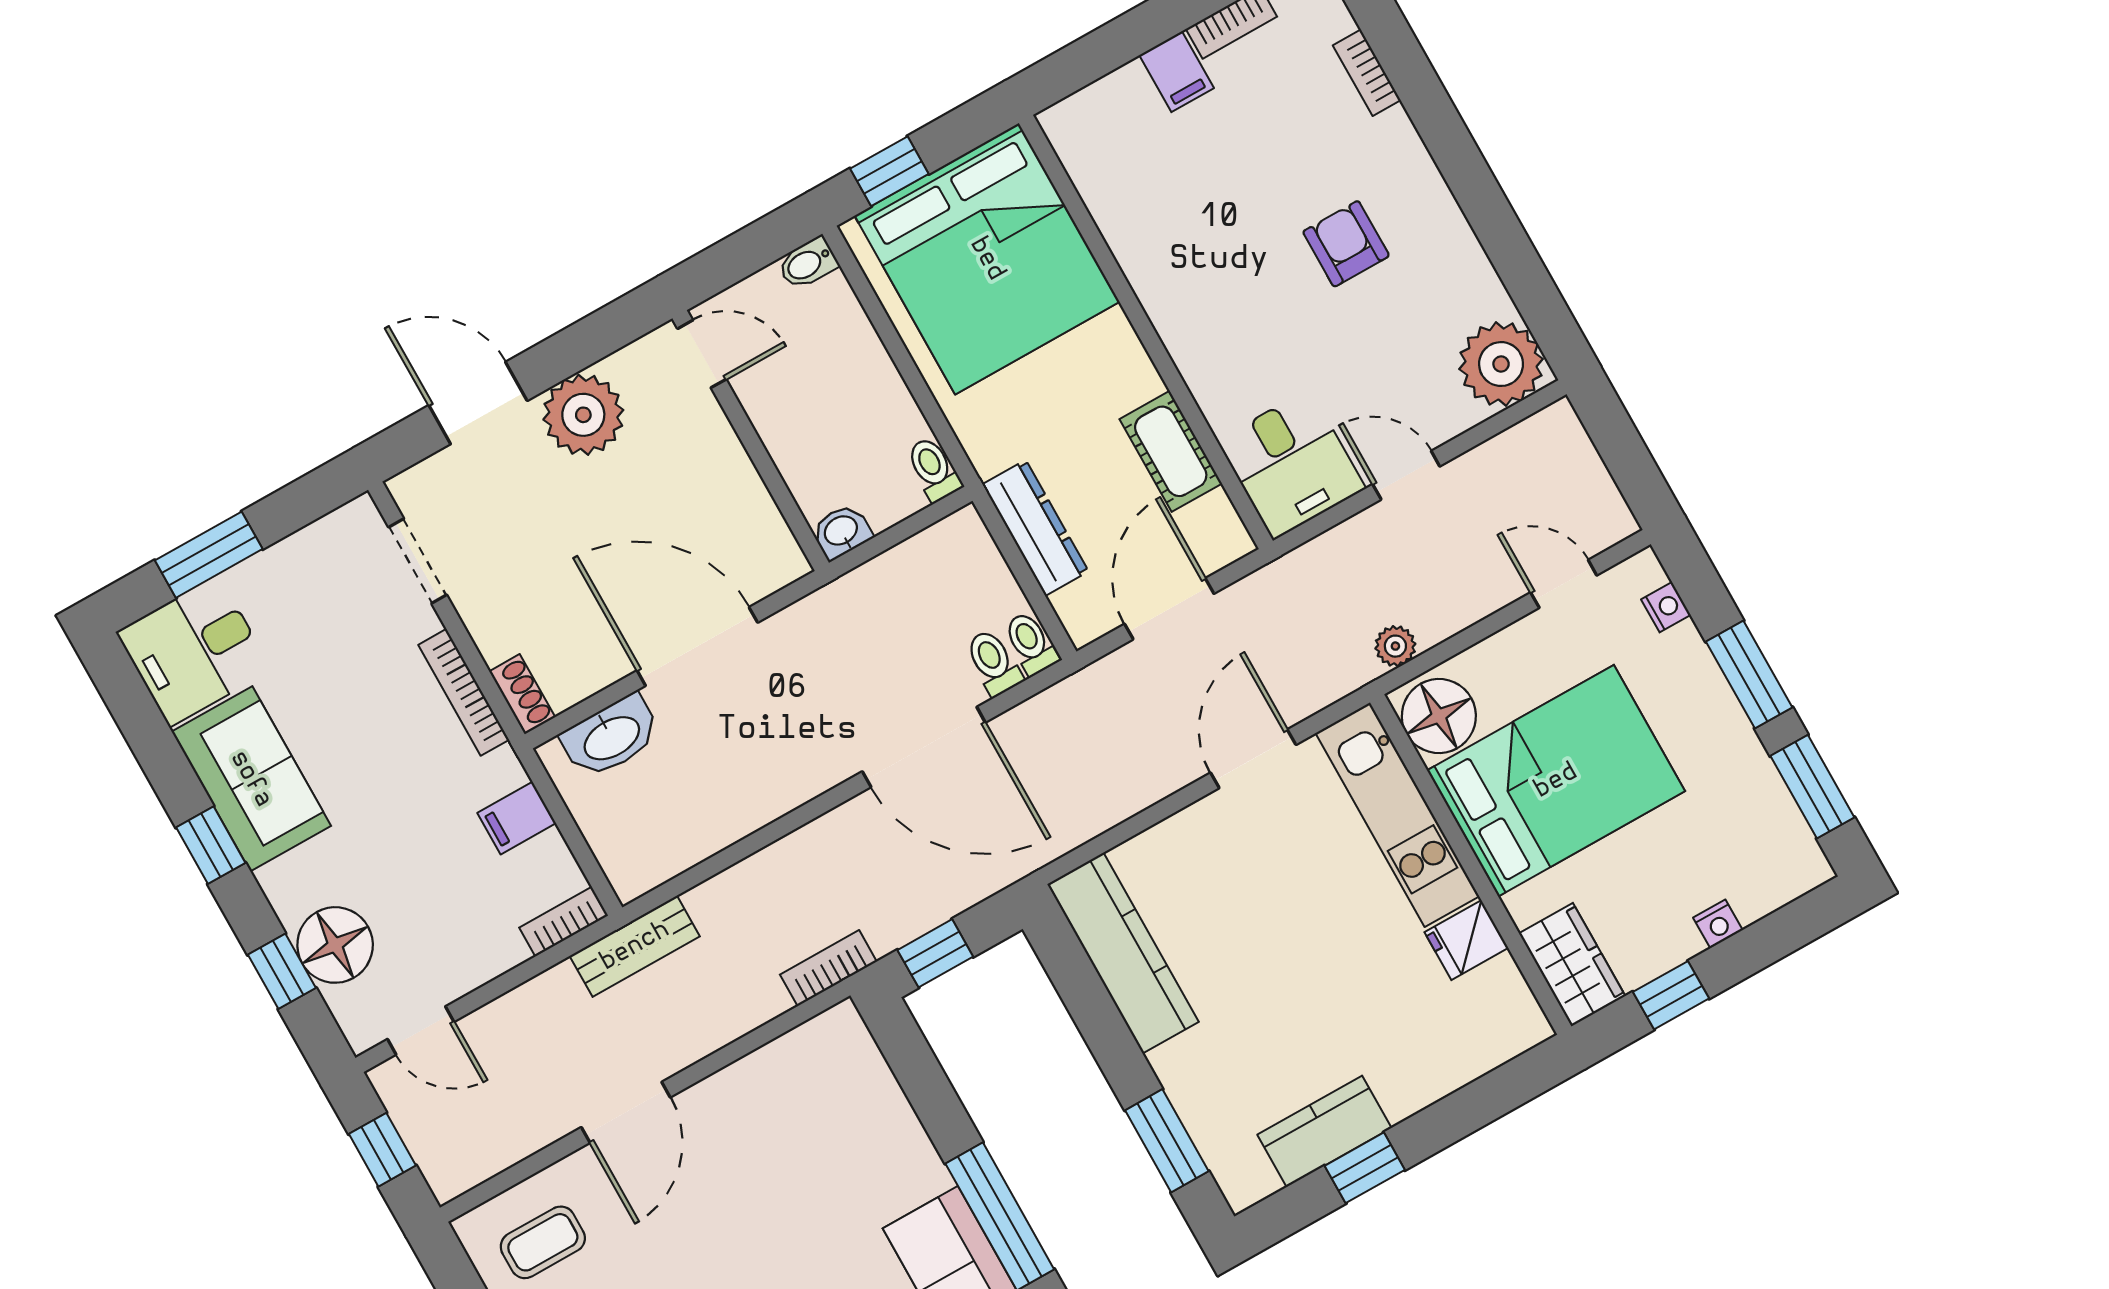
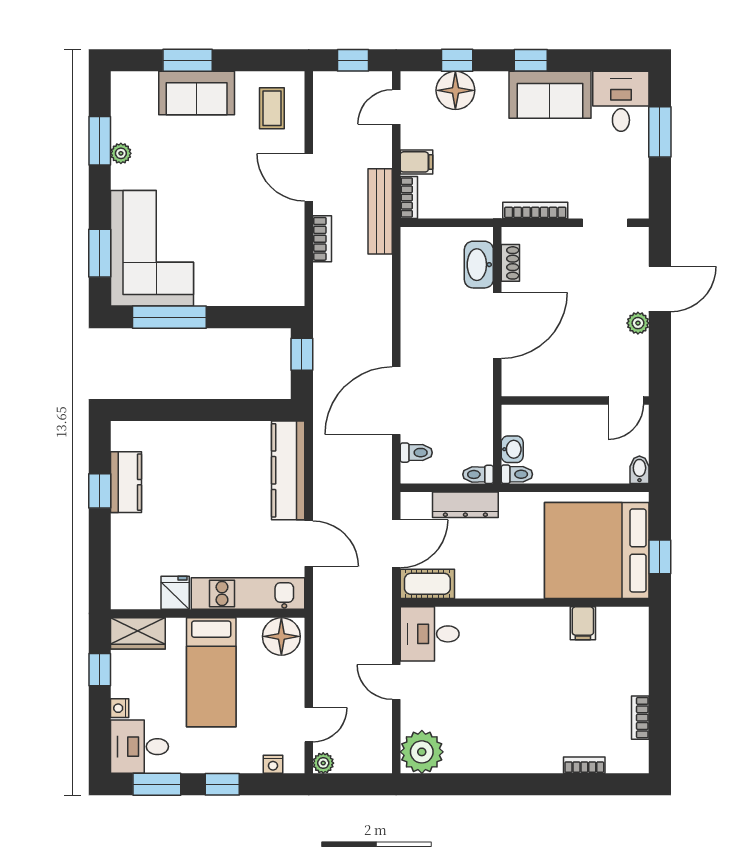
filing cabinet: (1177, 72) -> (583, 623), moved, turned -90
window: (889, 171) -> (660, 557), moved
armchair: (1346, 244) -> (514, 713), removed
plant: (583, 415) -> (638, 323), width x0.53, depth x0.53
cot: (1171, 451) -> (427, 584), moved
door: (1406, 475) -> (396, 682), swing flipped
washbasin: (841, 532) -> (512, 449), moved
door: (1169, 609) -> (396, 544), hinge flipped
toilet: (1031, 643) -> (478, 474), moved, turned 180
plant: (1395, 646) -> (323, 763), moved
window: (1749, 674) -> (222, 784), width x0.67
shoe rack: (522, 694) -> (510, 263), moved, turned -90
bed: (1556, 781) -> (211, 672), width x0.67
filing cabinet: (517, 818) -> (416, 162), moved, turned 90
desk: (1765, 853) -> (140, 747), added
bench: (635, 946) -> (380, 211), width x1.36
kitchen counter: (1123, 953) -> (288, 470), moved, turned 90
bookcase: (828, 968) -> (322, 239), moved
window: (1167, 1141) -> (161, 410), removed

